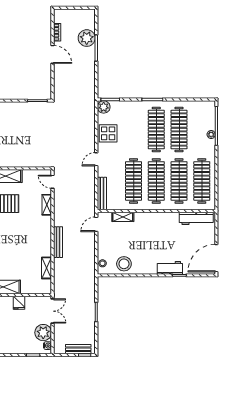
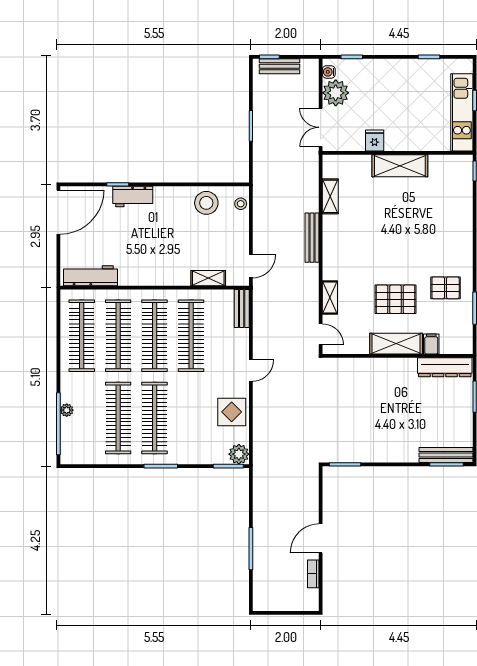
plant: (87, 38) -> (266, 565), removed
door: (53, 54) -> (321, 538), hinge flipped
bench: (102, 194) -> (242, 309), width x0.73

